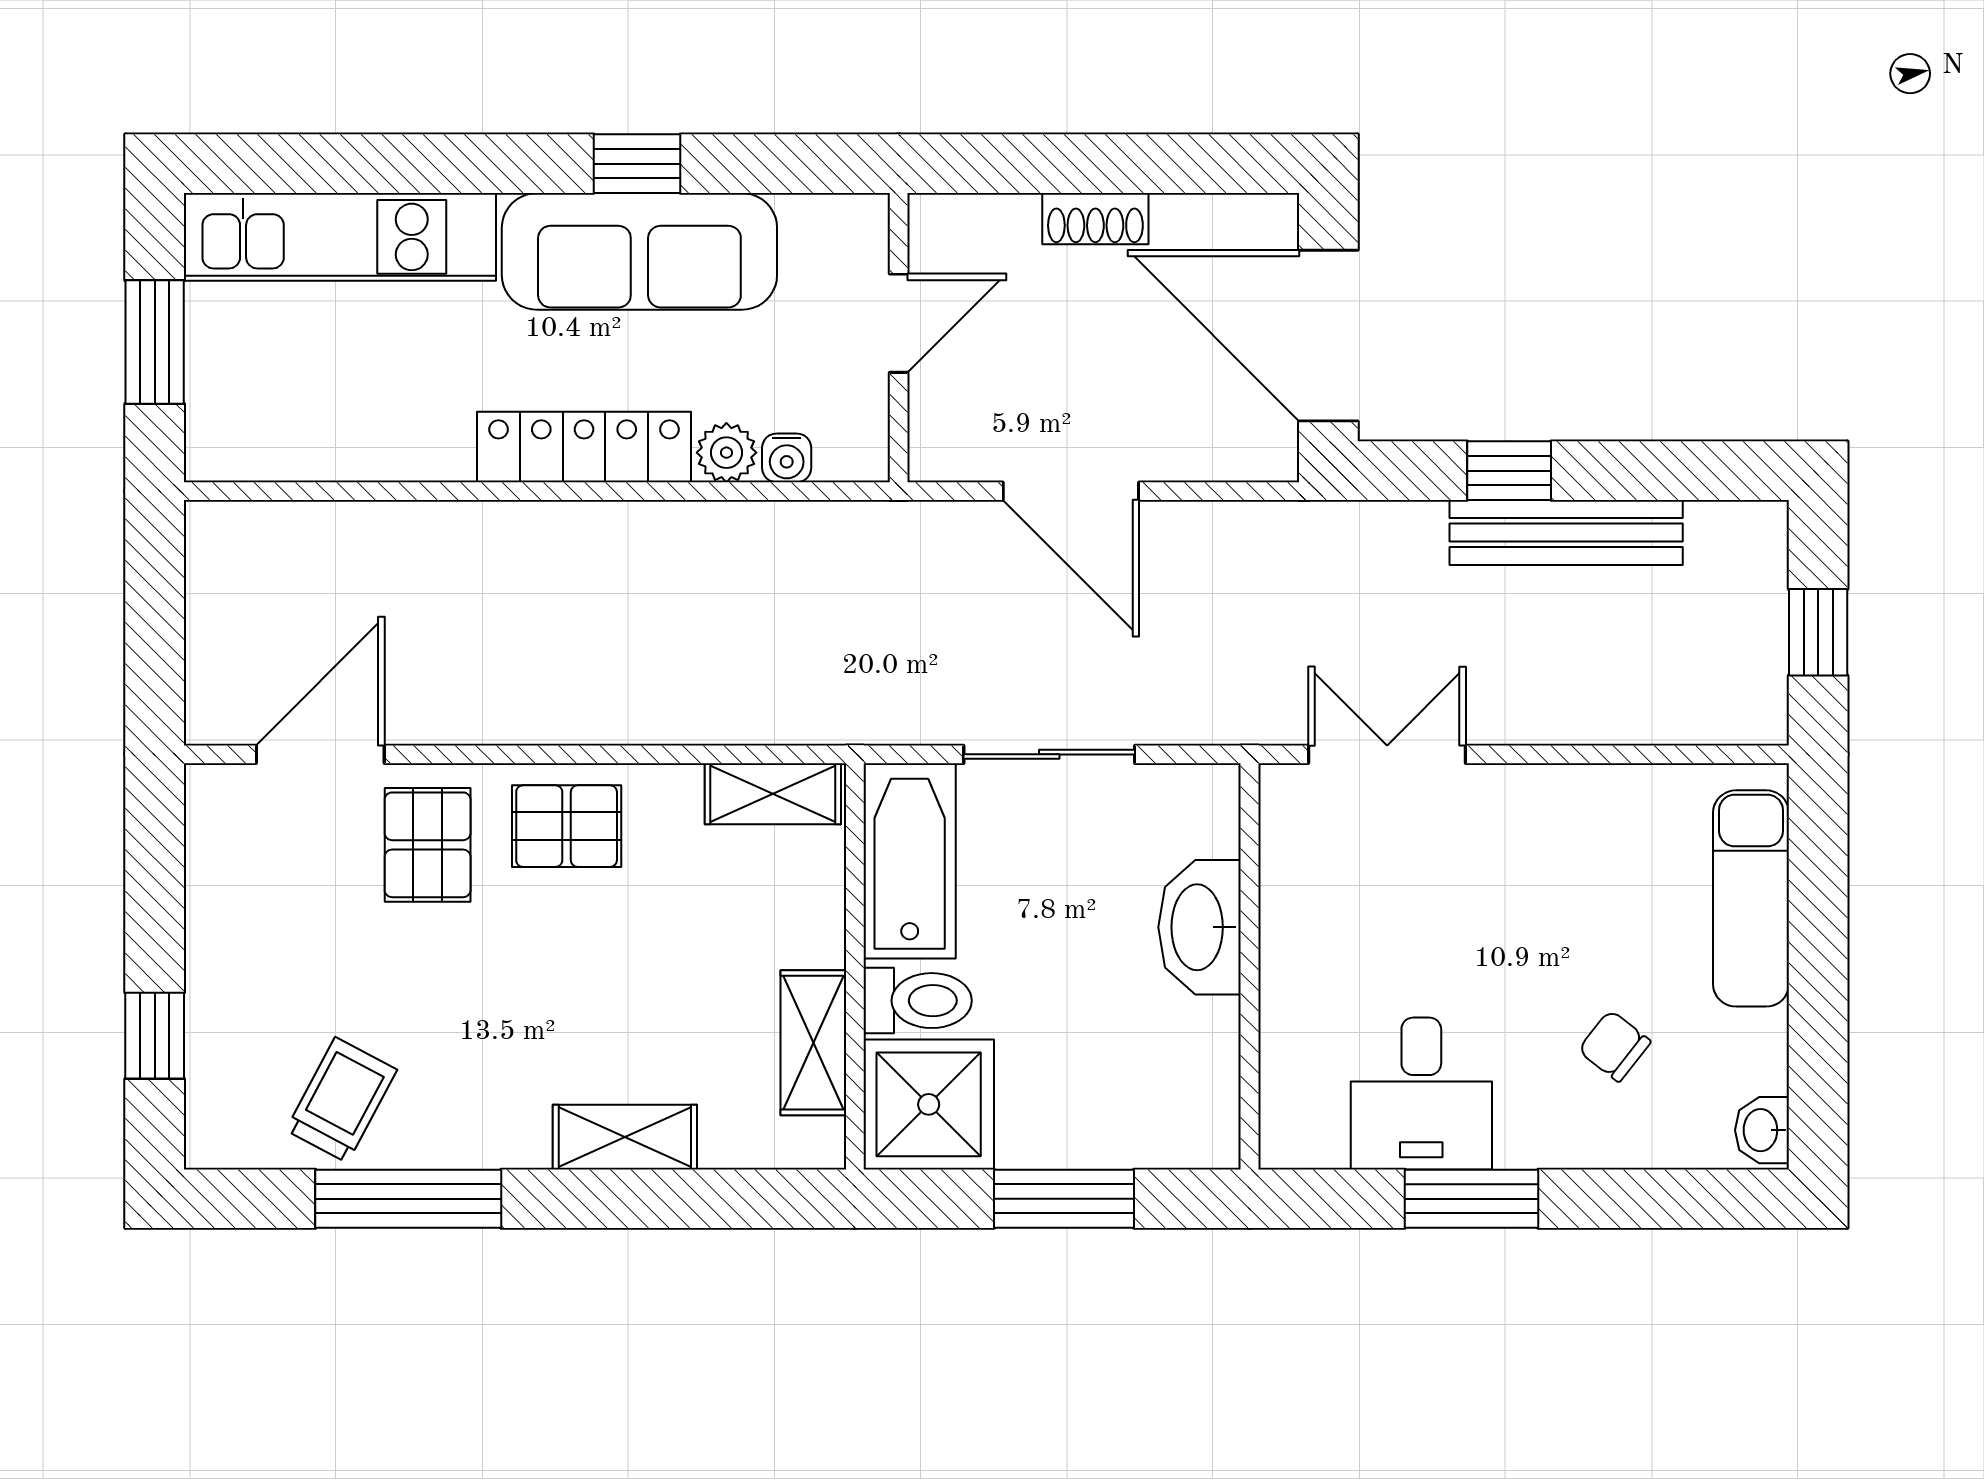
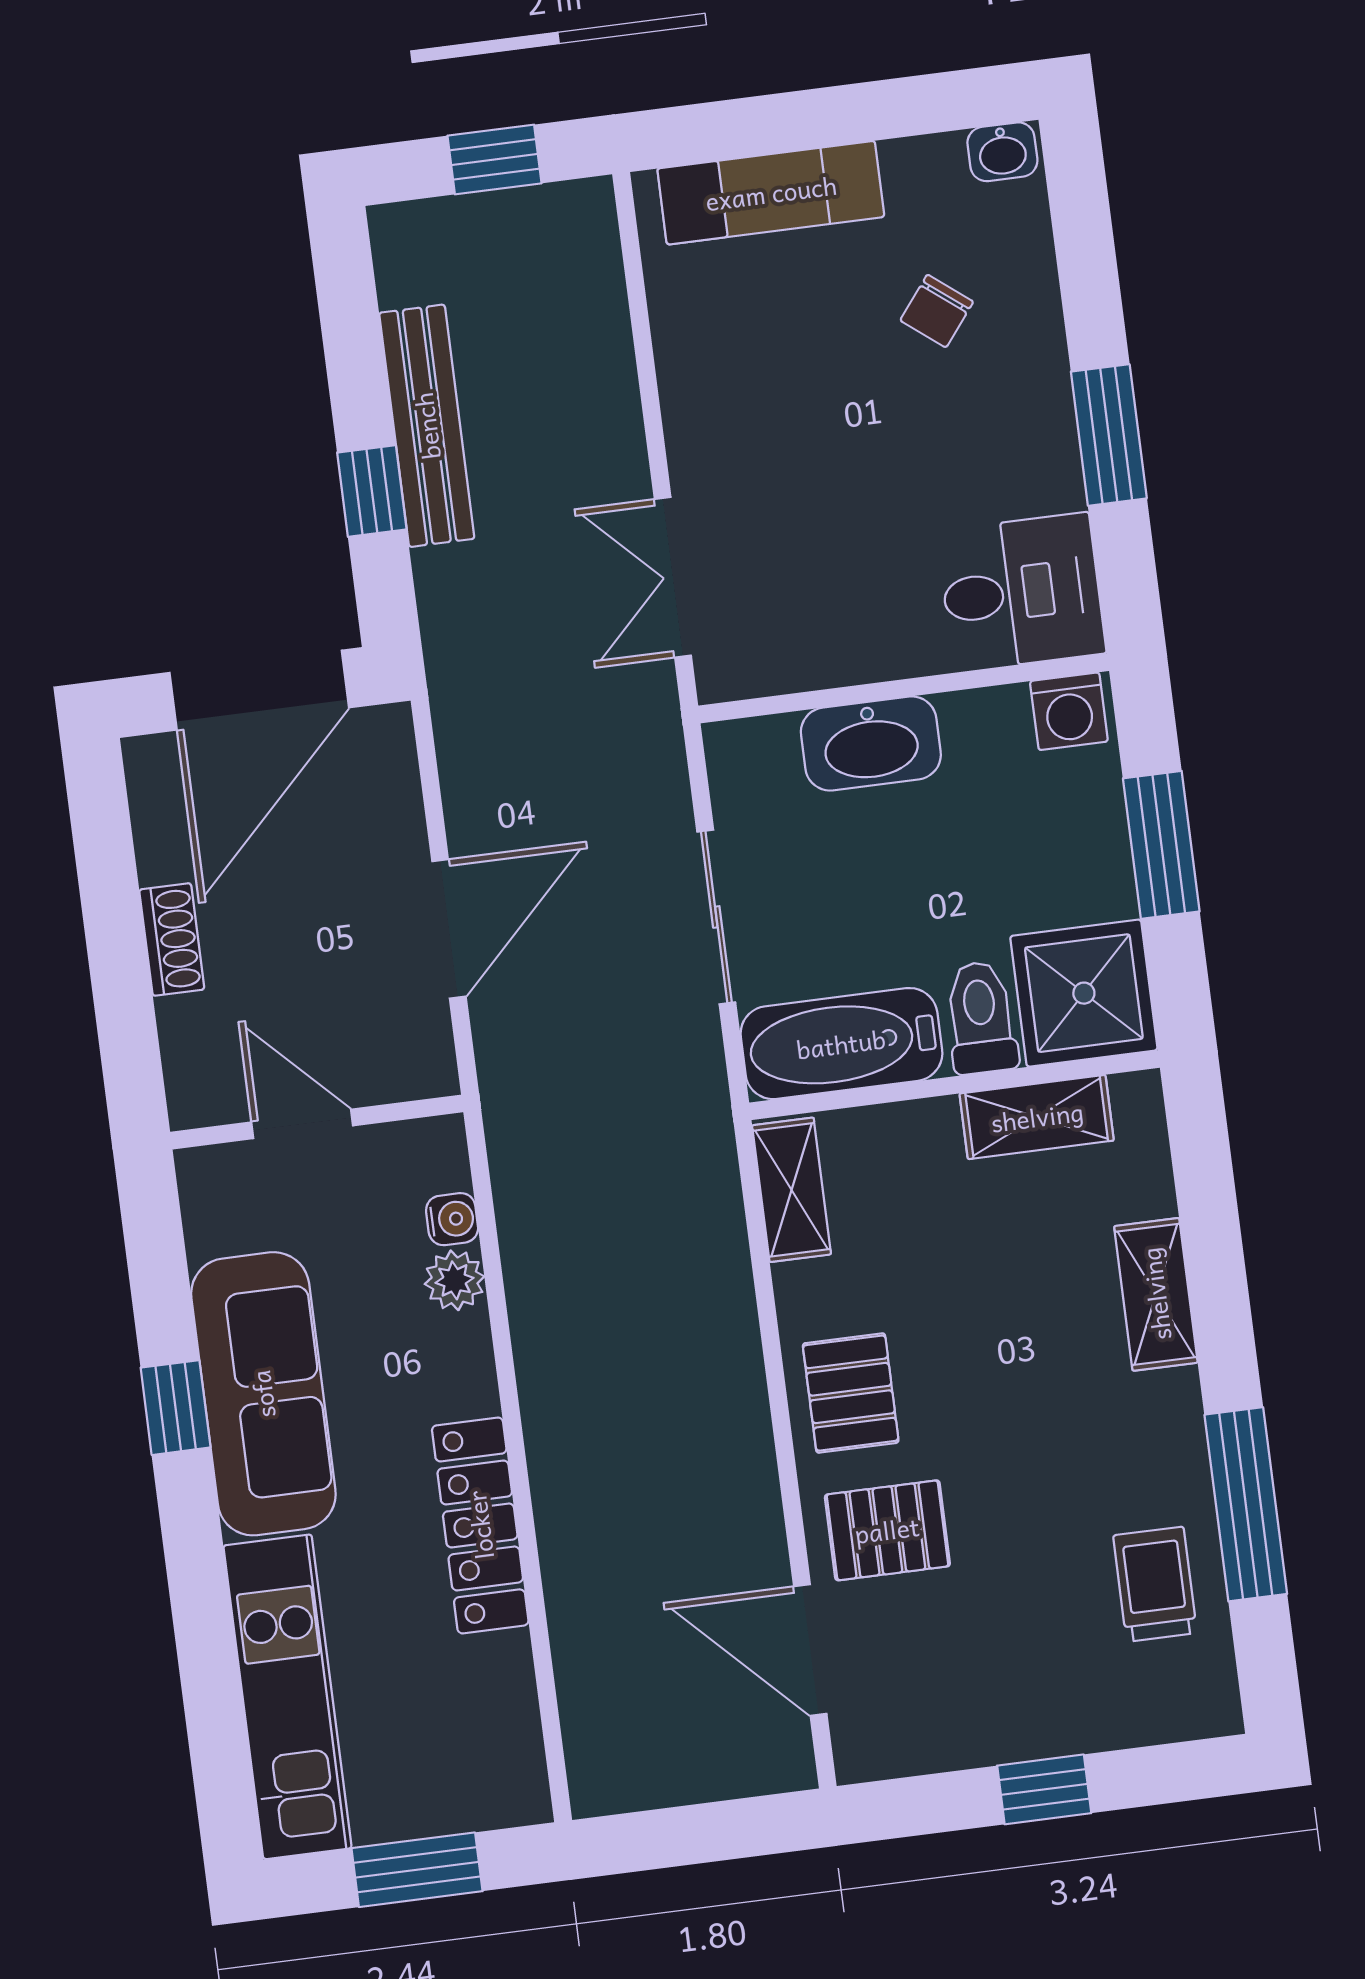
locker: (584, 447) -> (480, 1525), moved
window: (155, 1036) -> (1044, 1789), moved
desk: (1421, 1093) -> (1021, 592), moved
trolley: (341, 1100) -> (1155, 1584), turned 62
washing machine: (1206, 1125) -> (1069, 711), added

